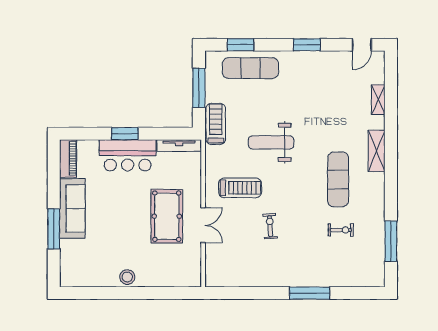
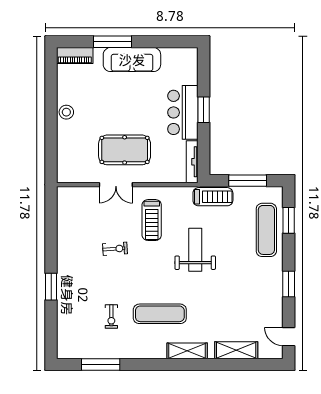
shelving: (378, 100) -> (236, 350), width x1.50, depth x1.33
piano: (68, 158) -> (75, 55), moved
window: (310, 293) -> (51, 287), width x0.69

